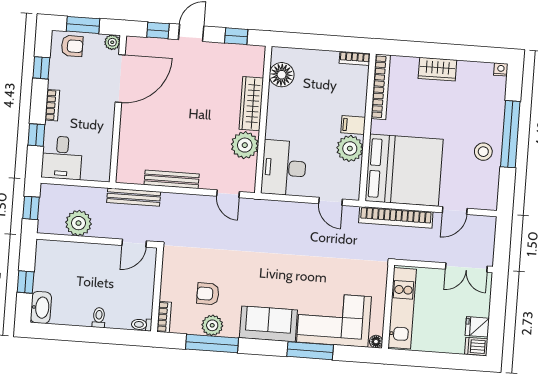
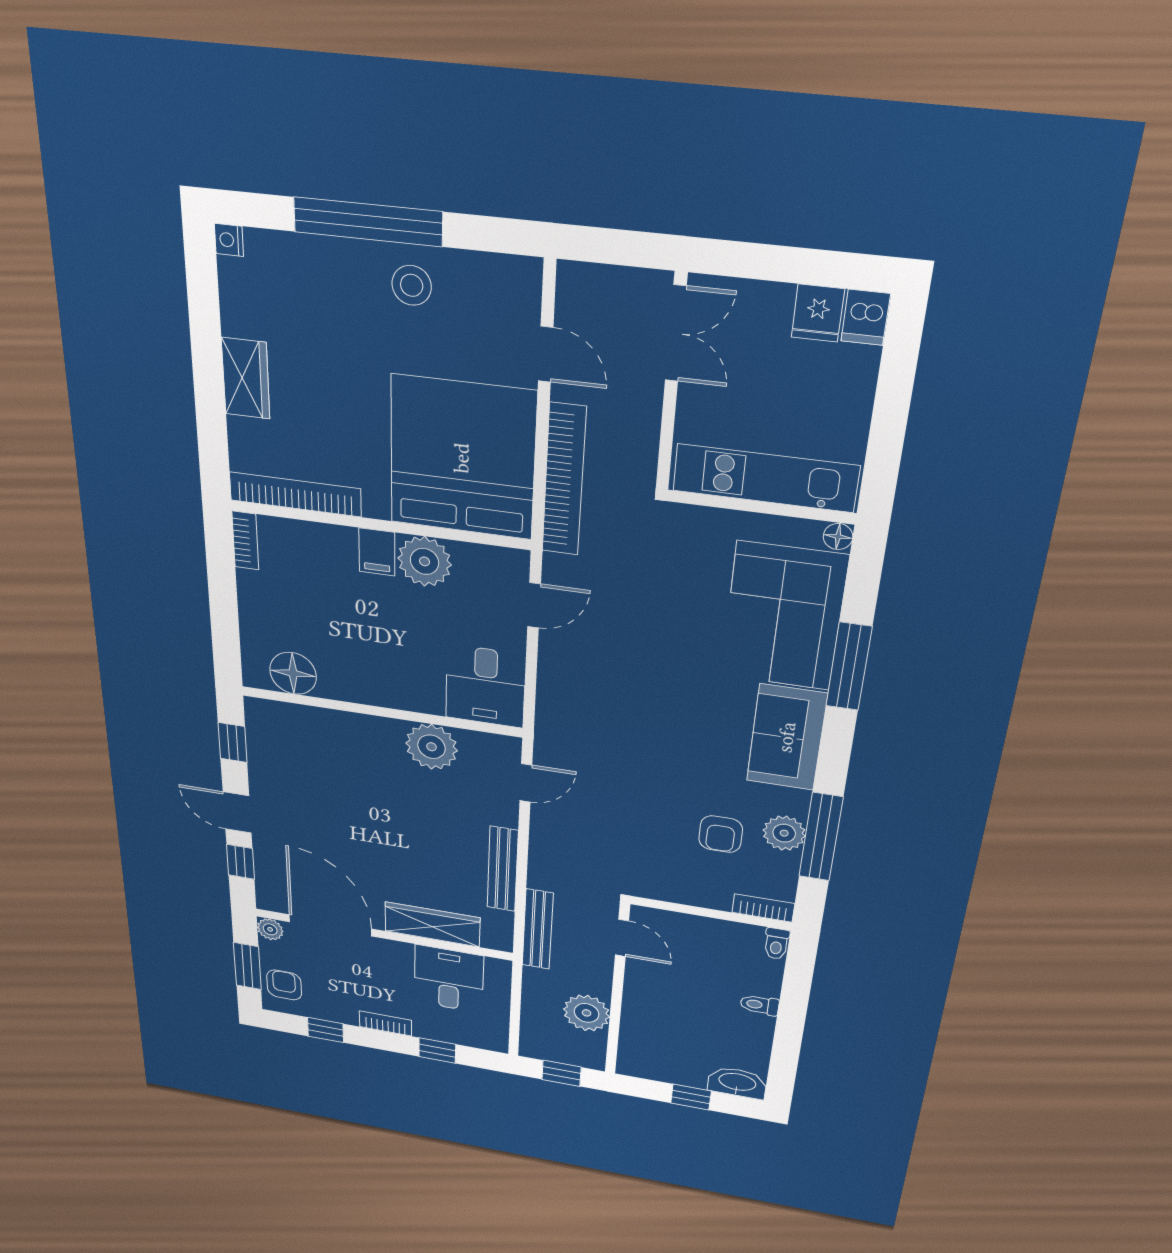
wardrobe: (251, 104) -> (432, 924), moved, turned 180
desk: (62, 158) -> (449, 979), moved, turned -90
desk: (284, 168) -> (485, 686), width x0.73

